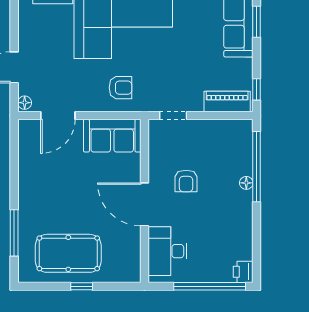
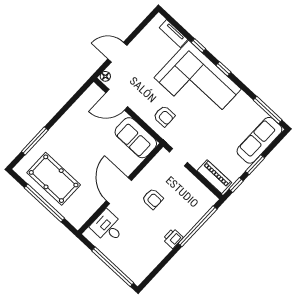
window: (257, 22) -> (255, 165), moved
armchair: (186, 181) -> (153, 199), turned -90
floor lamp: (246, 183) -> (184, 230), removed
desk: (167, 251) -> (108, 227), width x0.73
printer: (243, 272) -> (173, 238), moved
window: (82, 286) -> (44, 203), width x3.17

